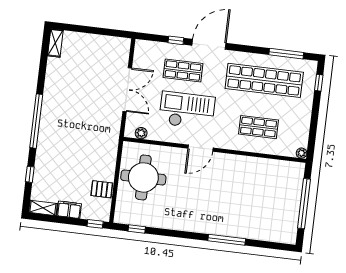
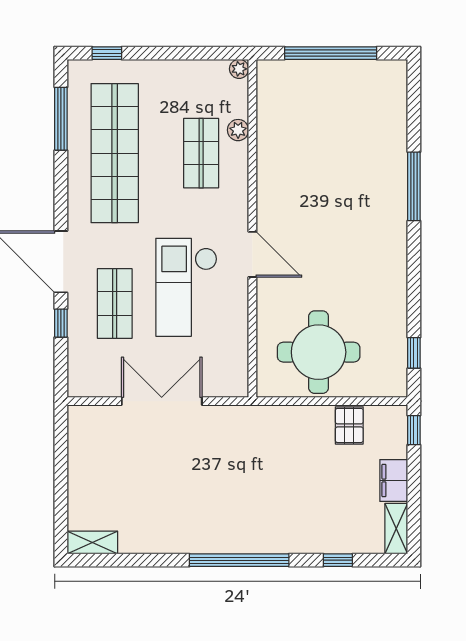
plant: (141, 133) -> (238, 130), moved

